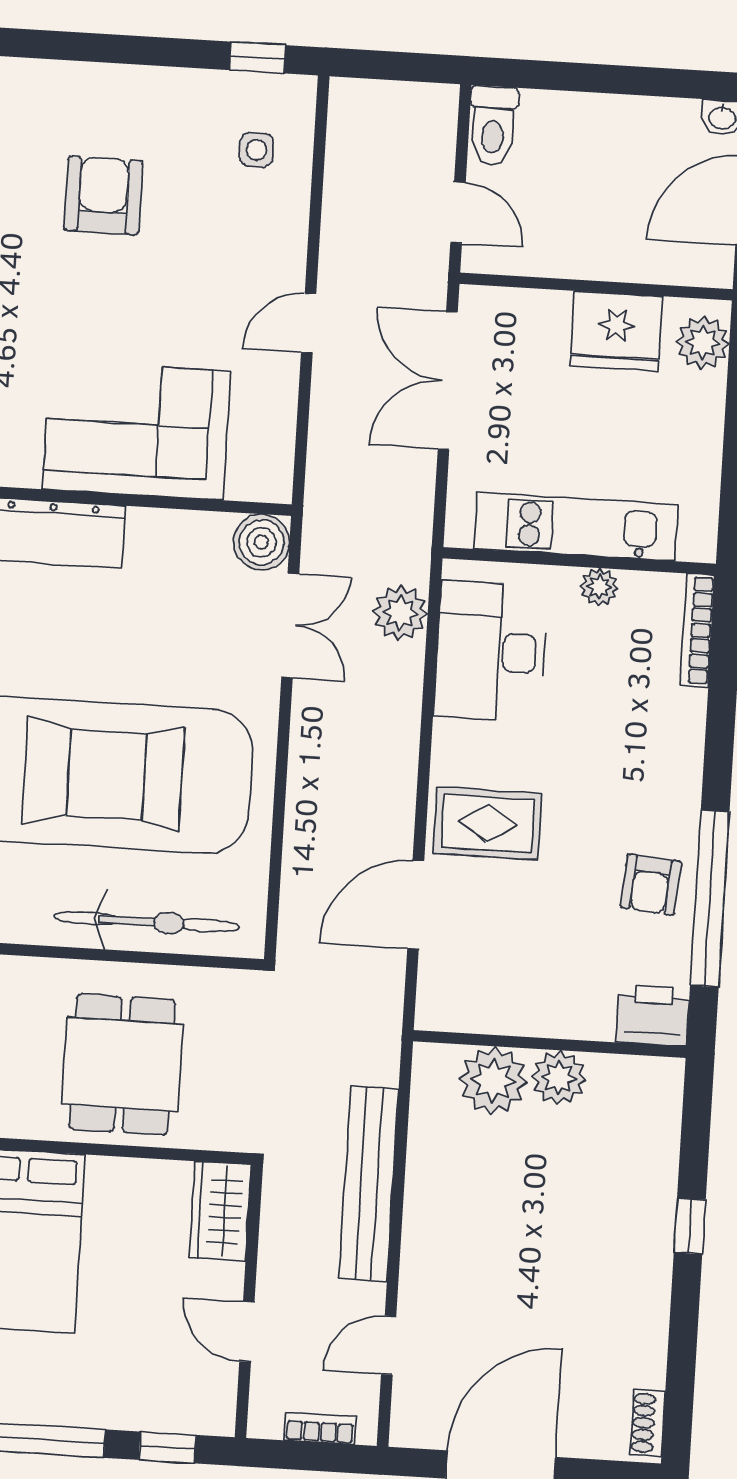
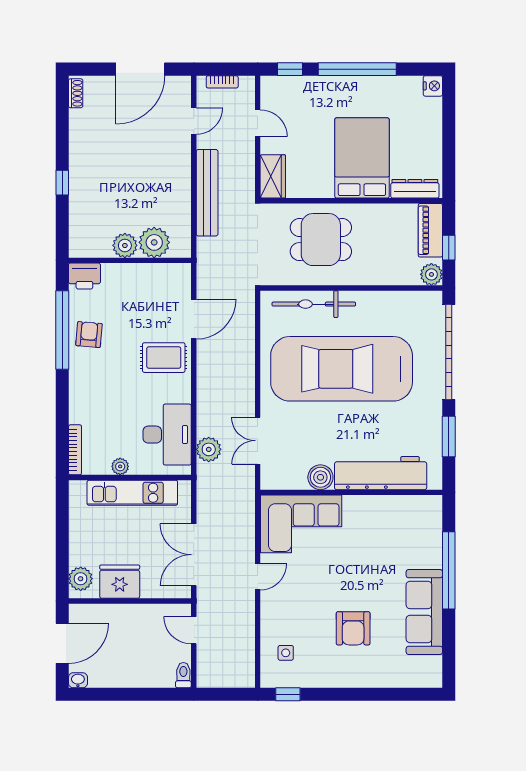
toilet: (493, 126) -> (183, 675), width x0.73, depth x0.72
double door: (448, 381) -> (194, 555), swing flipped
corner sofa: (137, 430) -> (301, 524), moved
boiler: (262, 542) -> (320, 477), moved
dining table: (122, 1064) -> (321, 240), turned 90

